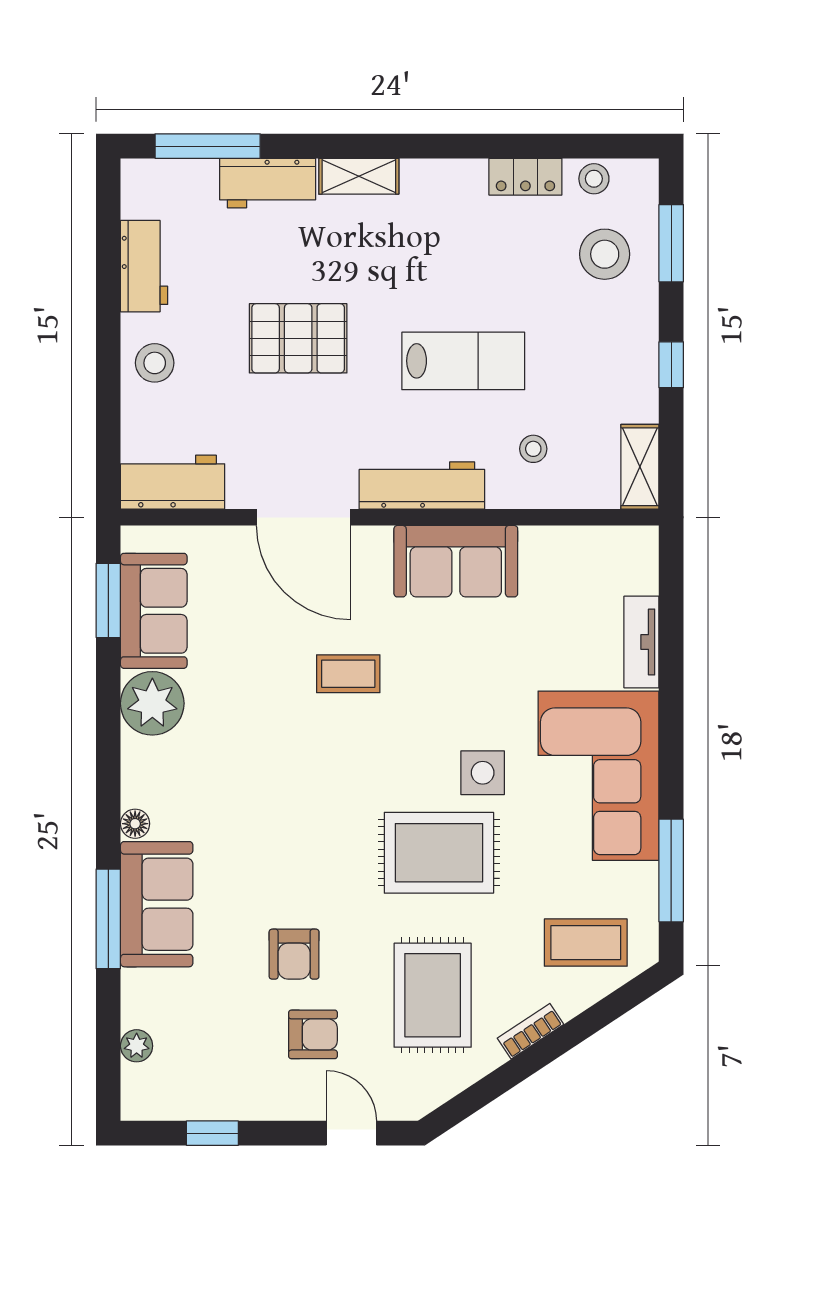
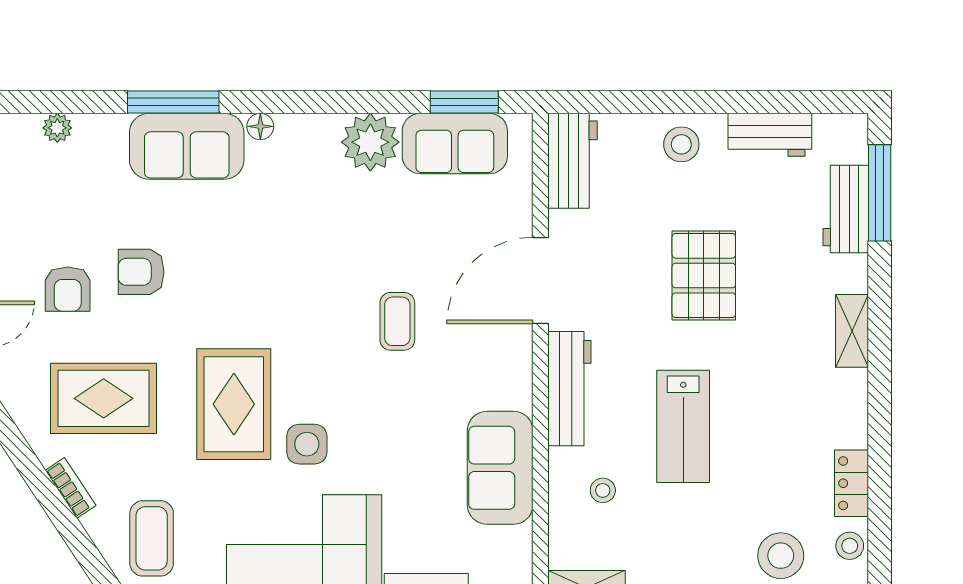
workbench: (268, 183) -> (846, 209), moved
sofa: (456, 561) -> (500, 468), moved

